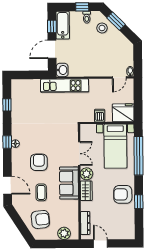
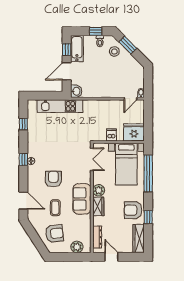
kitchen unit: (65, 86) -> (60, 106), moved
double door: (79, 154) -> (92, 159), moved
wardrobe: (129, 224) -> (139, 239), added

